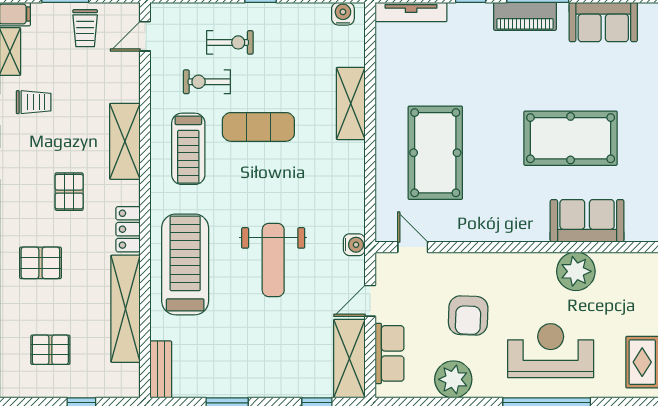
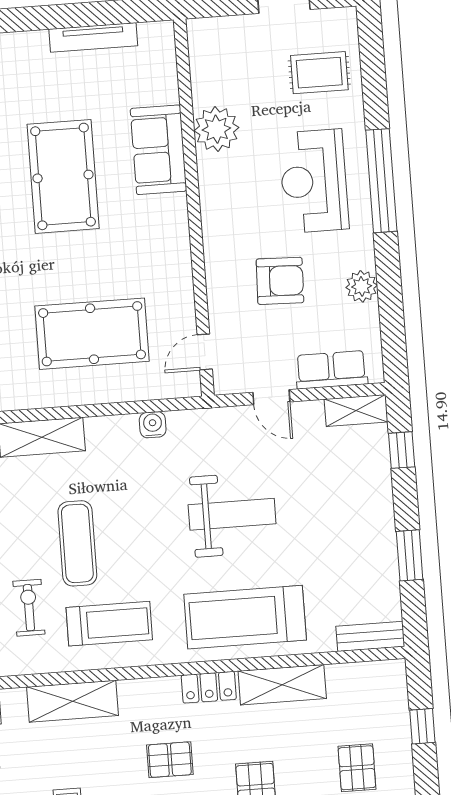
exercise bike: (207, 82) -> (29, 608), turned 180
shelving: (125, 141) -> (72, 701), moved
water cooler: (354, 245) -> (153, 425), moved
plant: (576, 271) -> (216, 129), moved
shelving: (125, 309) -> (282, 685), width x0.68
shelving: (349, 359) -> (356, 410), width x0.67, depth x0.75
plant: (453, 379) -> (362, 286), width x0.73, depth x0.73

